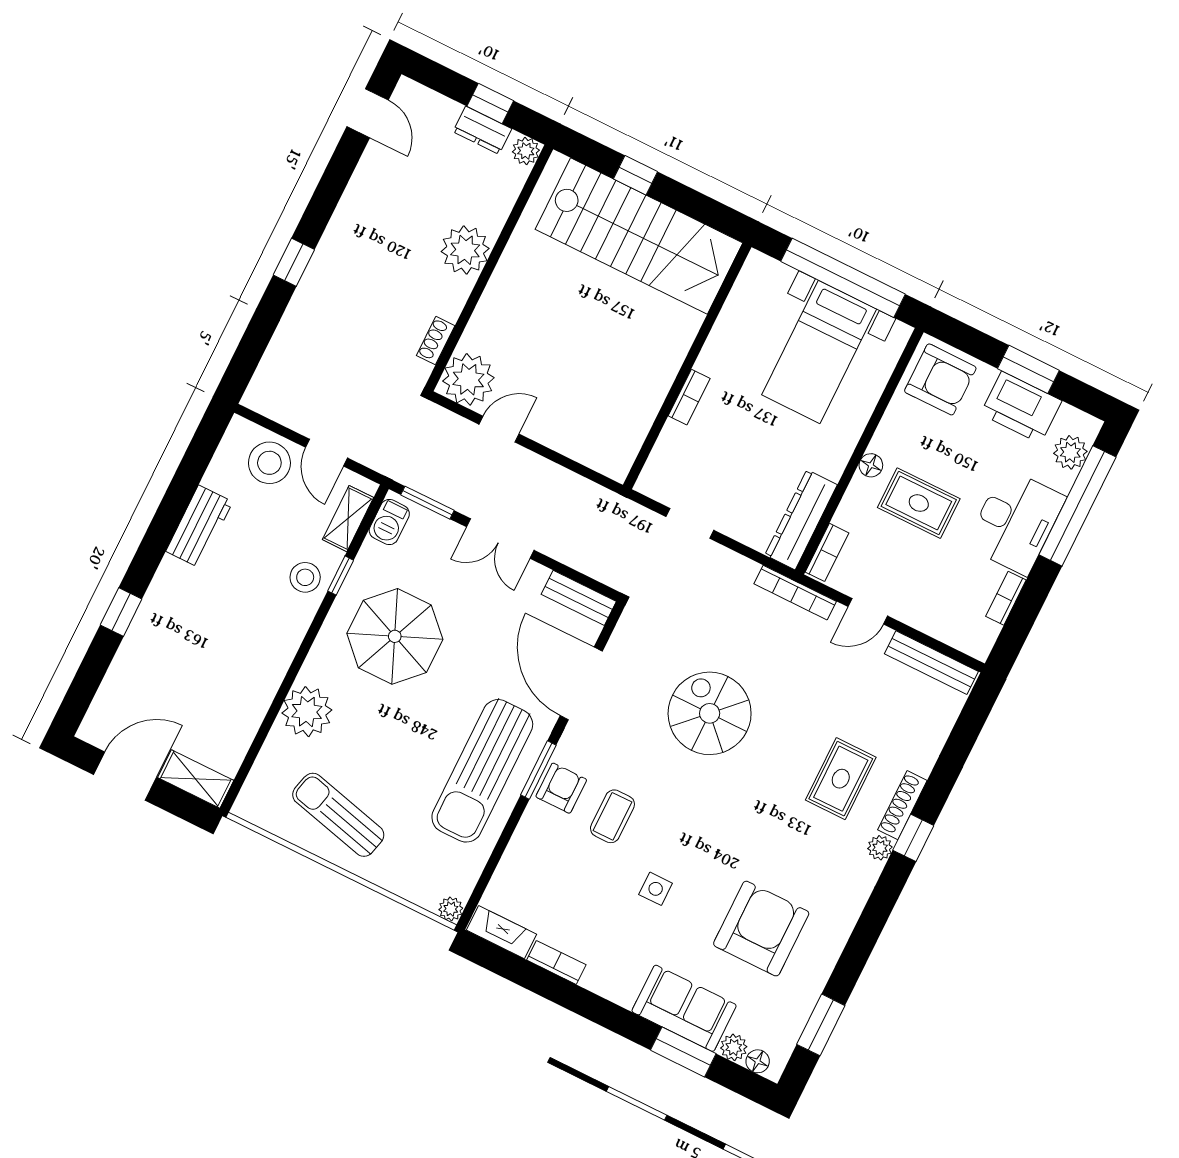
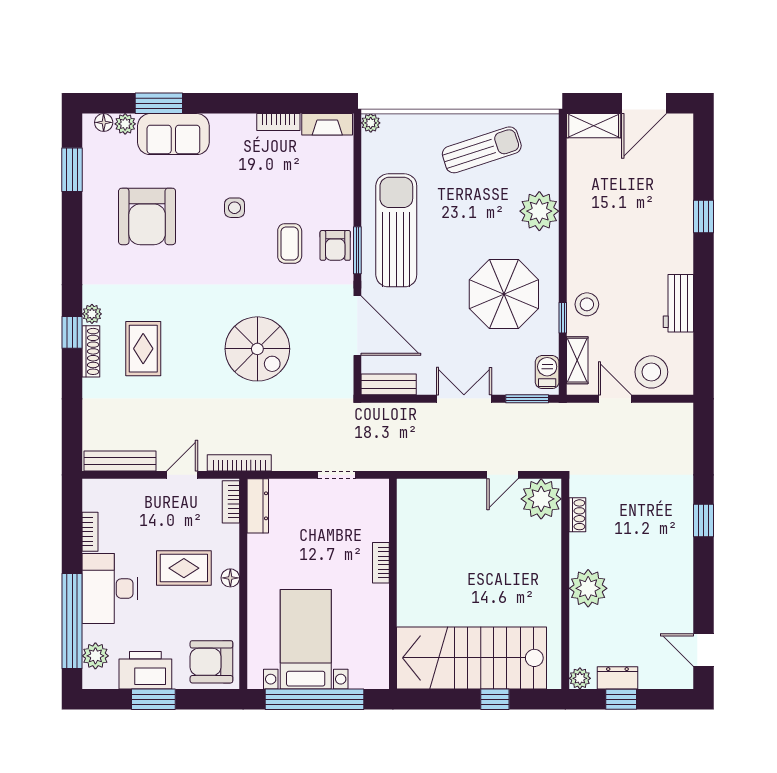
dresser: (801, 520) -> (258, 506), width x0.73, depth x0.80
sun lounger: (338, 815) -> (482, 150), turned -32

